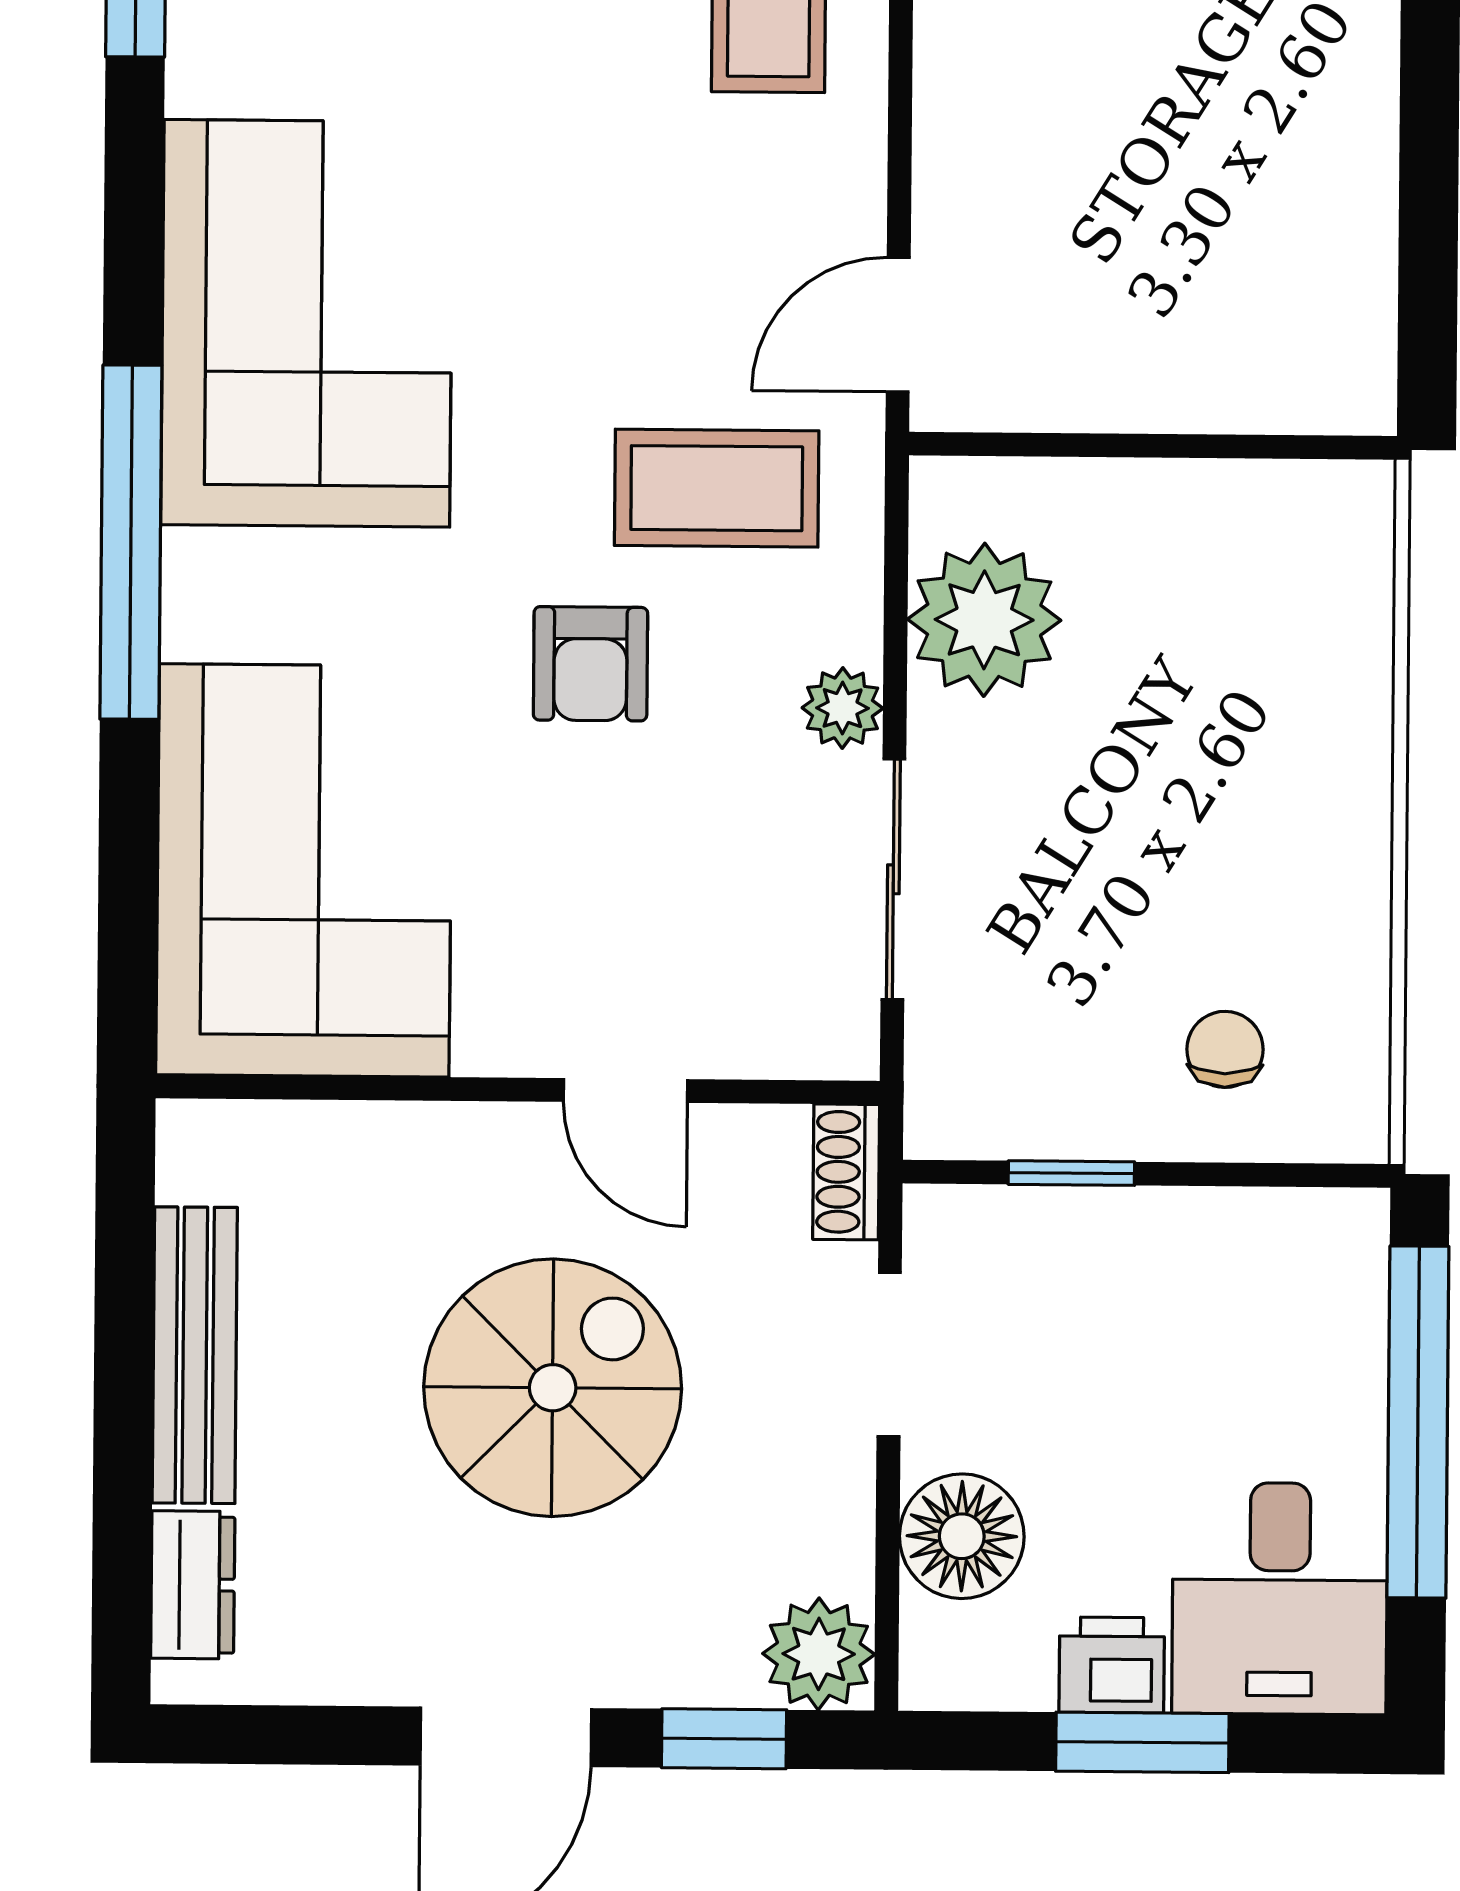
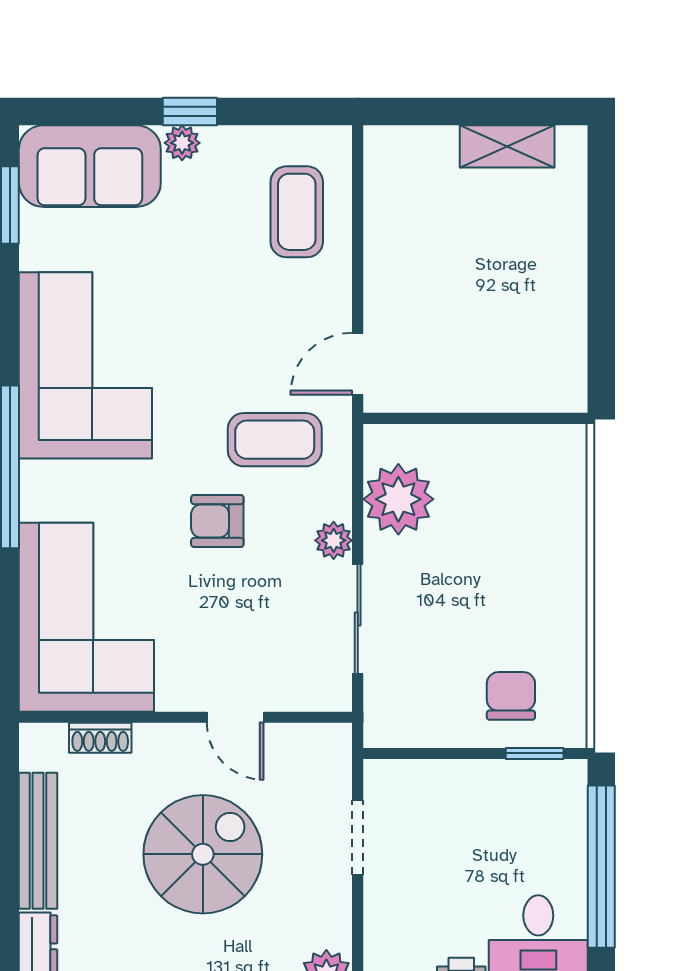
armchair: (590, 664) -> (217, 521), turned 90
chair: (1225, 1049) -> (511, 696), width x1.37, depth x1.37
shoe rack: (846, 1172) -> (100, 738), moved, turned -90
window: (1071, 1173) -> (535, 753), moved
floor lamp: (962, 1536) -> (392, 921), removed

